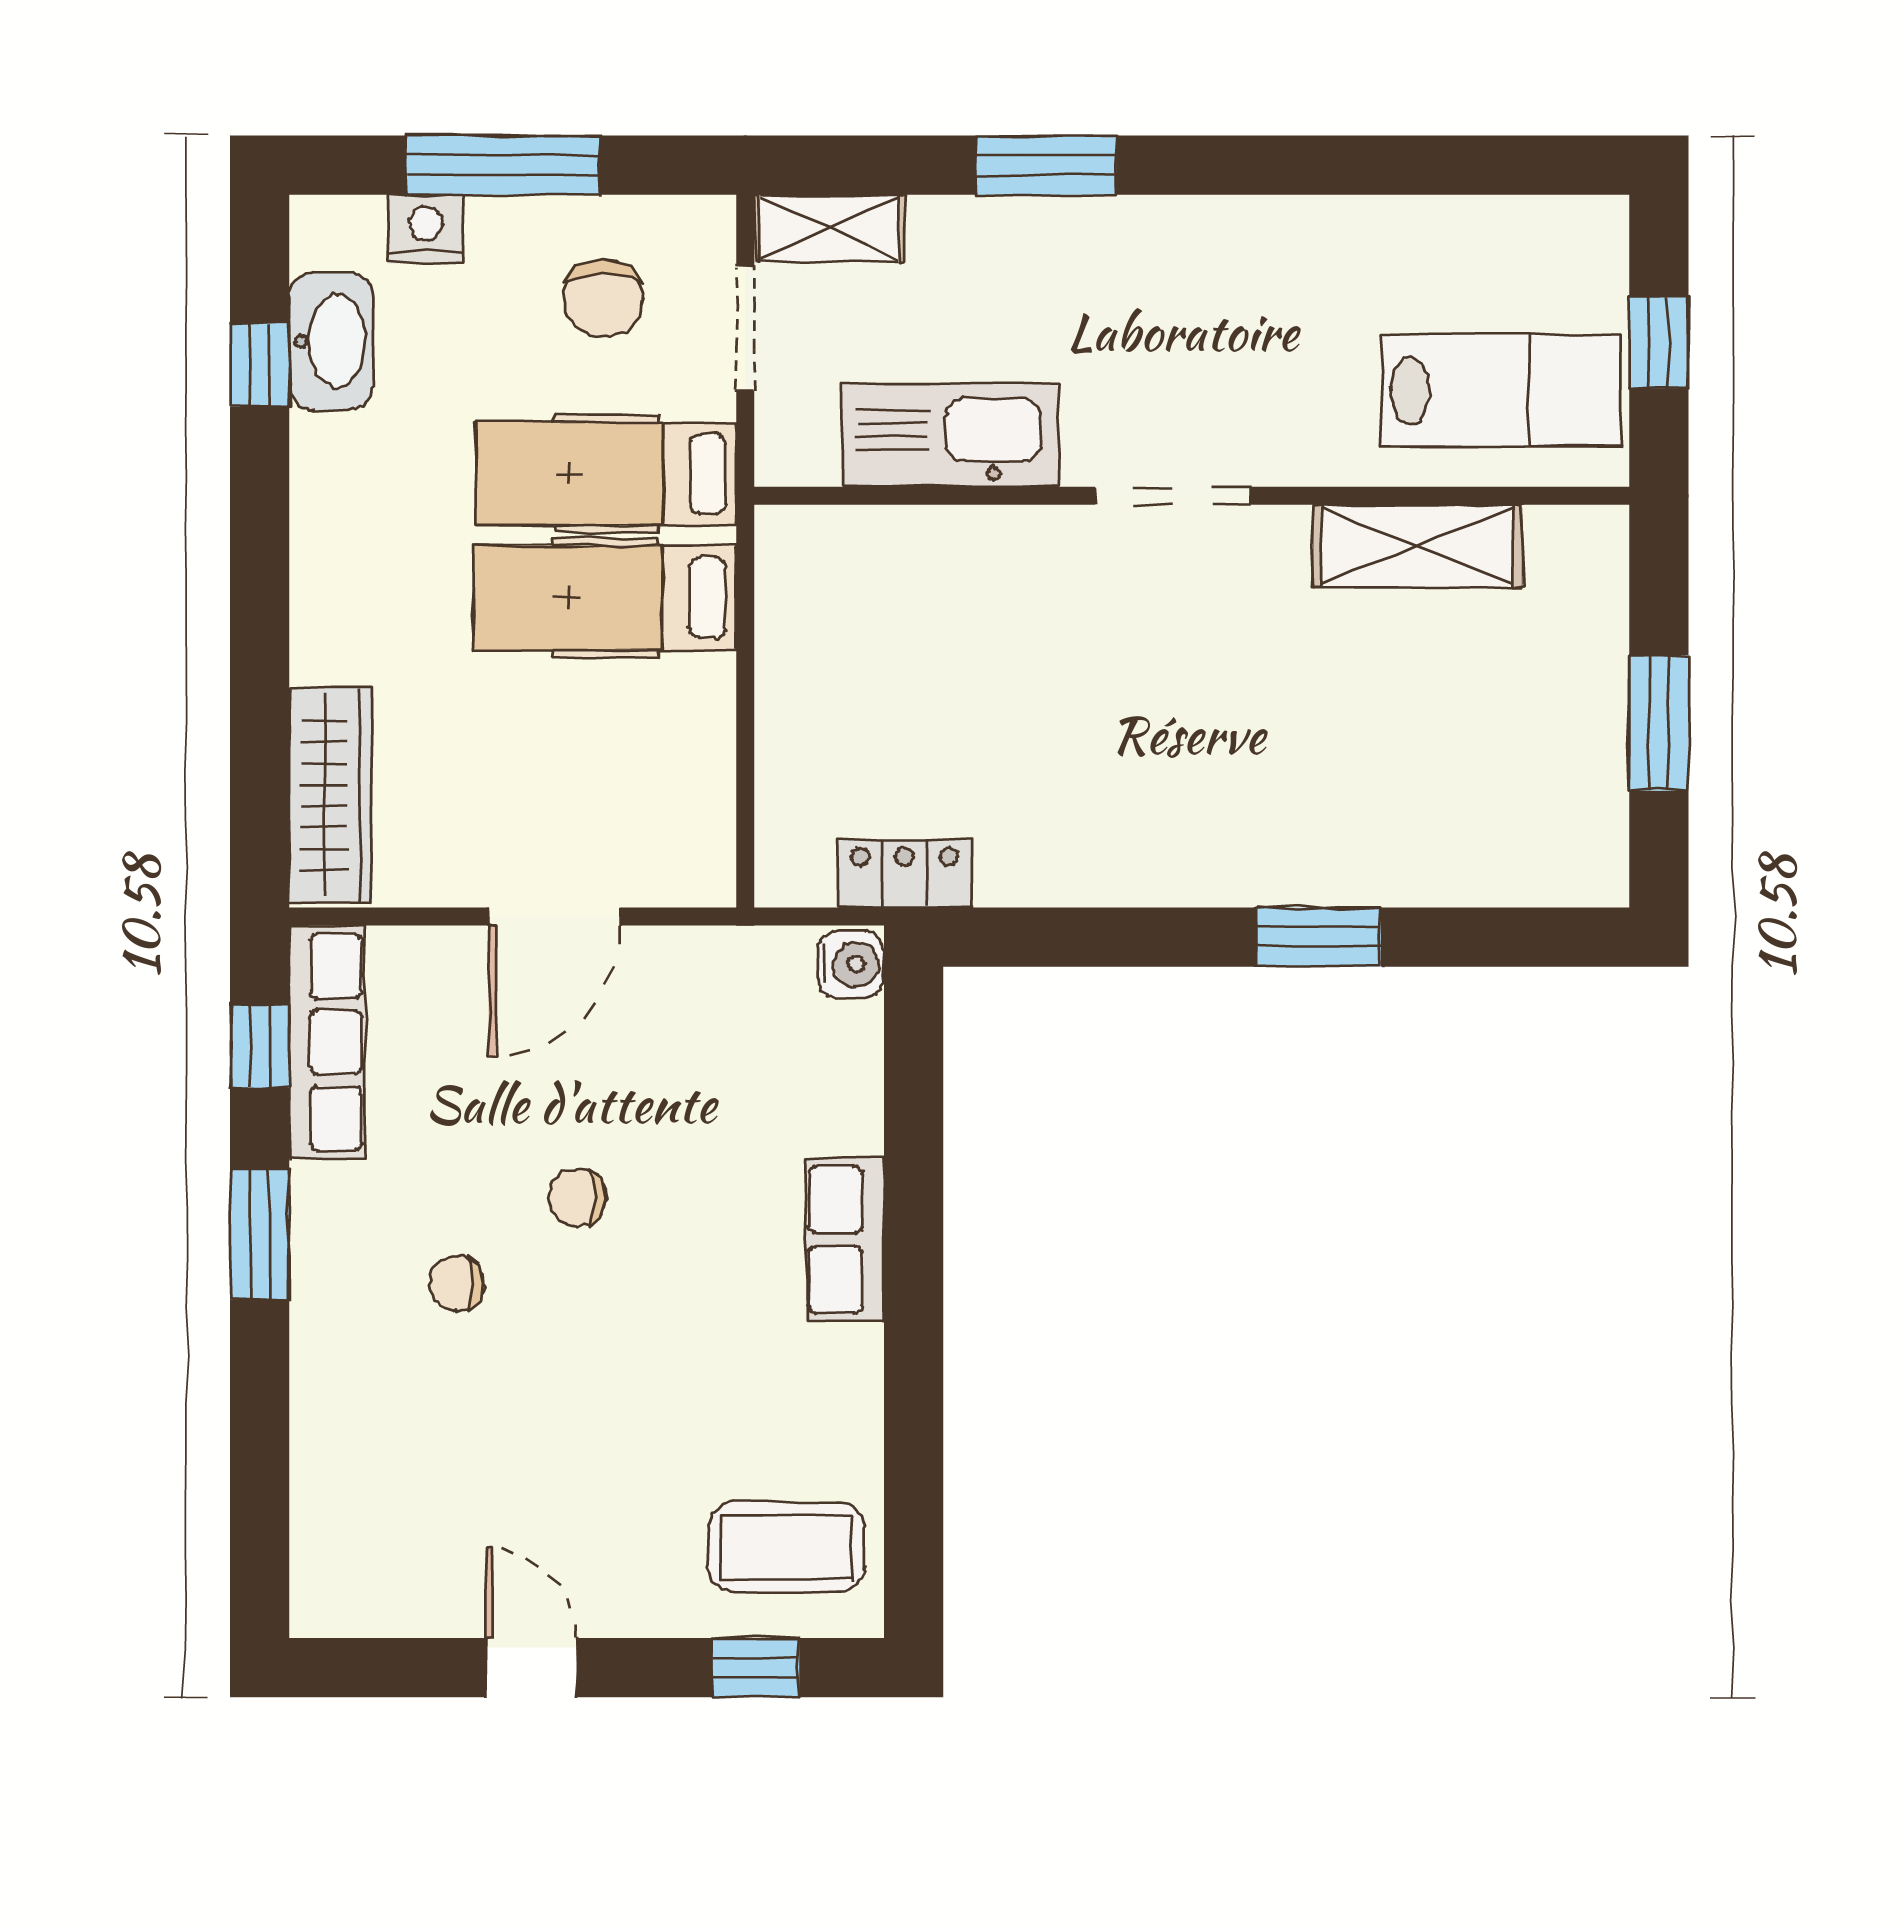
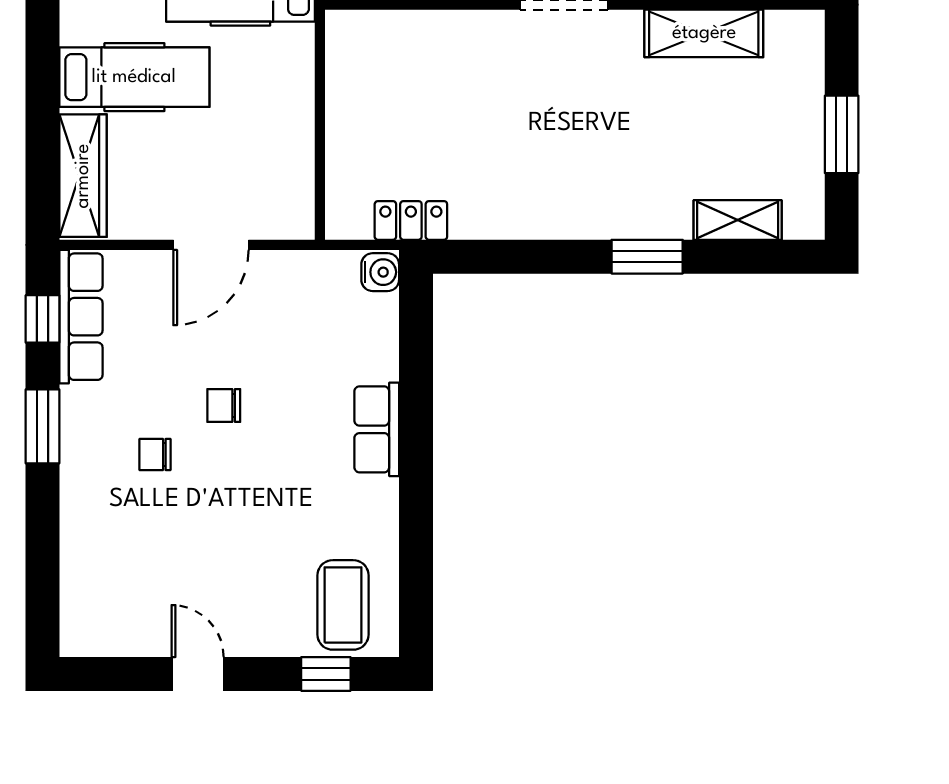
hospital bed: (605, 598) -> (134, 77), moved, turned 180
shelving: (1477, 873) -> (738, 220), added
coffee table: (786, 1547) -> (343, 605), turned 90

